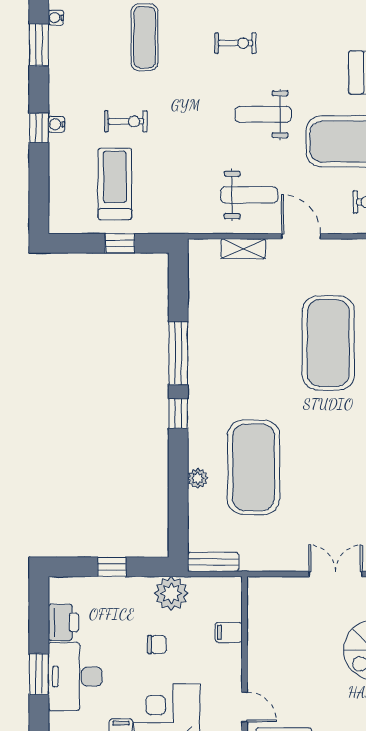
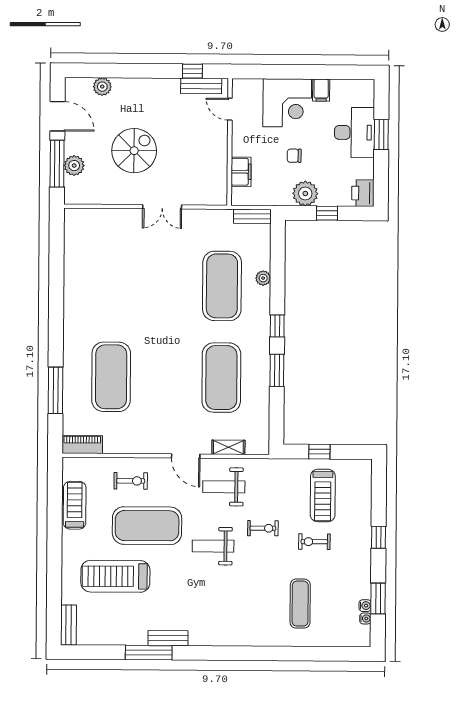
exercise bike: (235, 43) -> (263, 528), moved, turned 180
weight bench: (263, 114) -> (213, 546), turned 180
water cooler: (56, 124) -> (365, 606), moved
exercise mat: (328, 343) -> (221, 378), moved
window: (178, 353) -> (277, 370), width x0.69
plant: (171, 593) -> (305, 193), moved
printer: (63, 622) -> (363, 193), moved
filing cabinet: (229, 632) -> (241, 172), width x2.00

